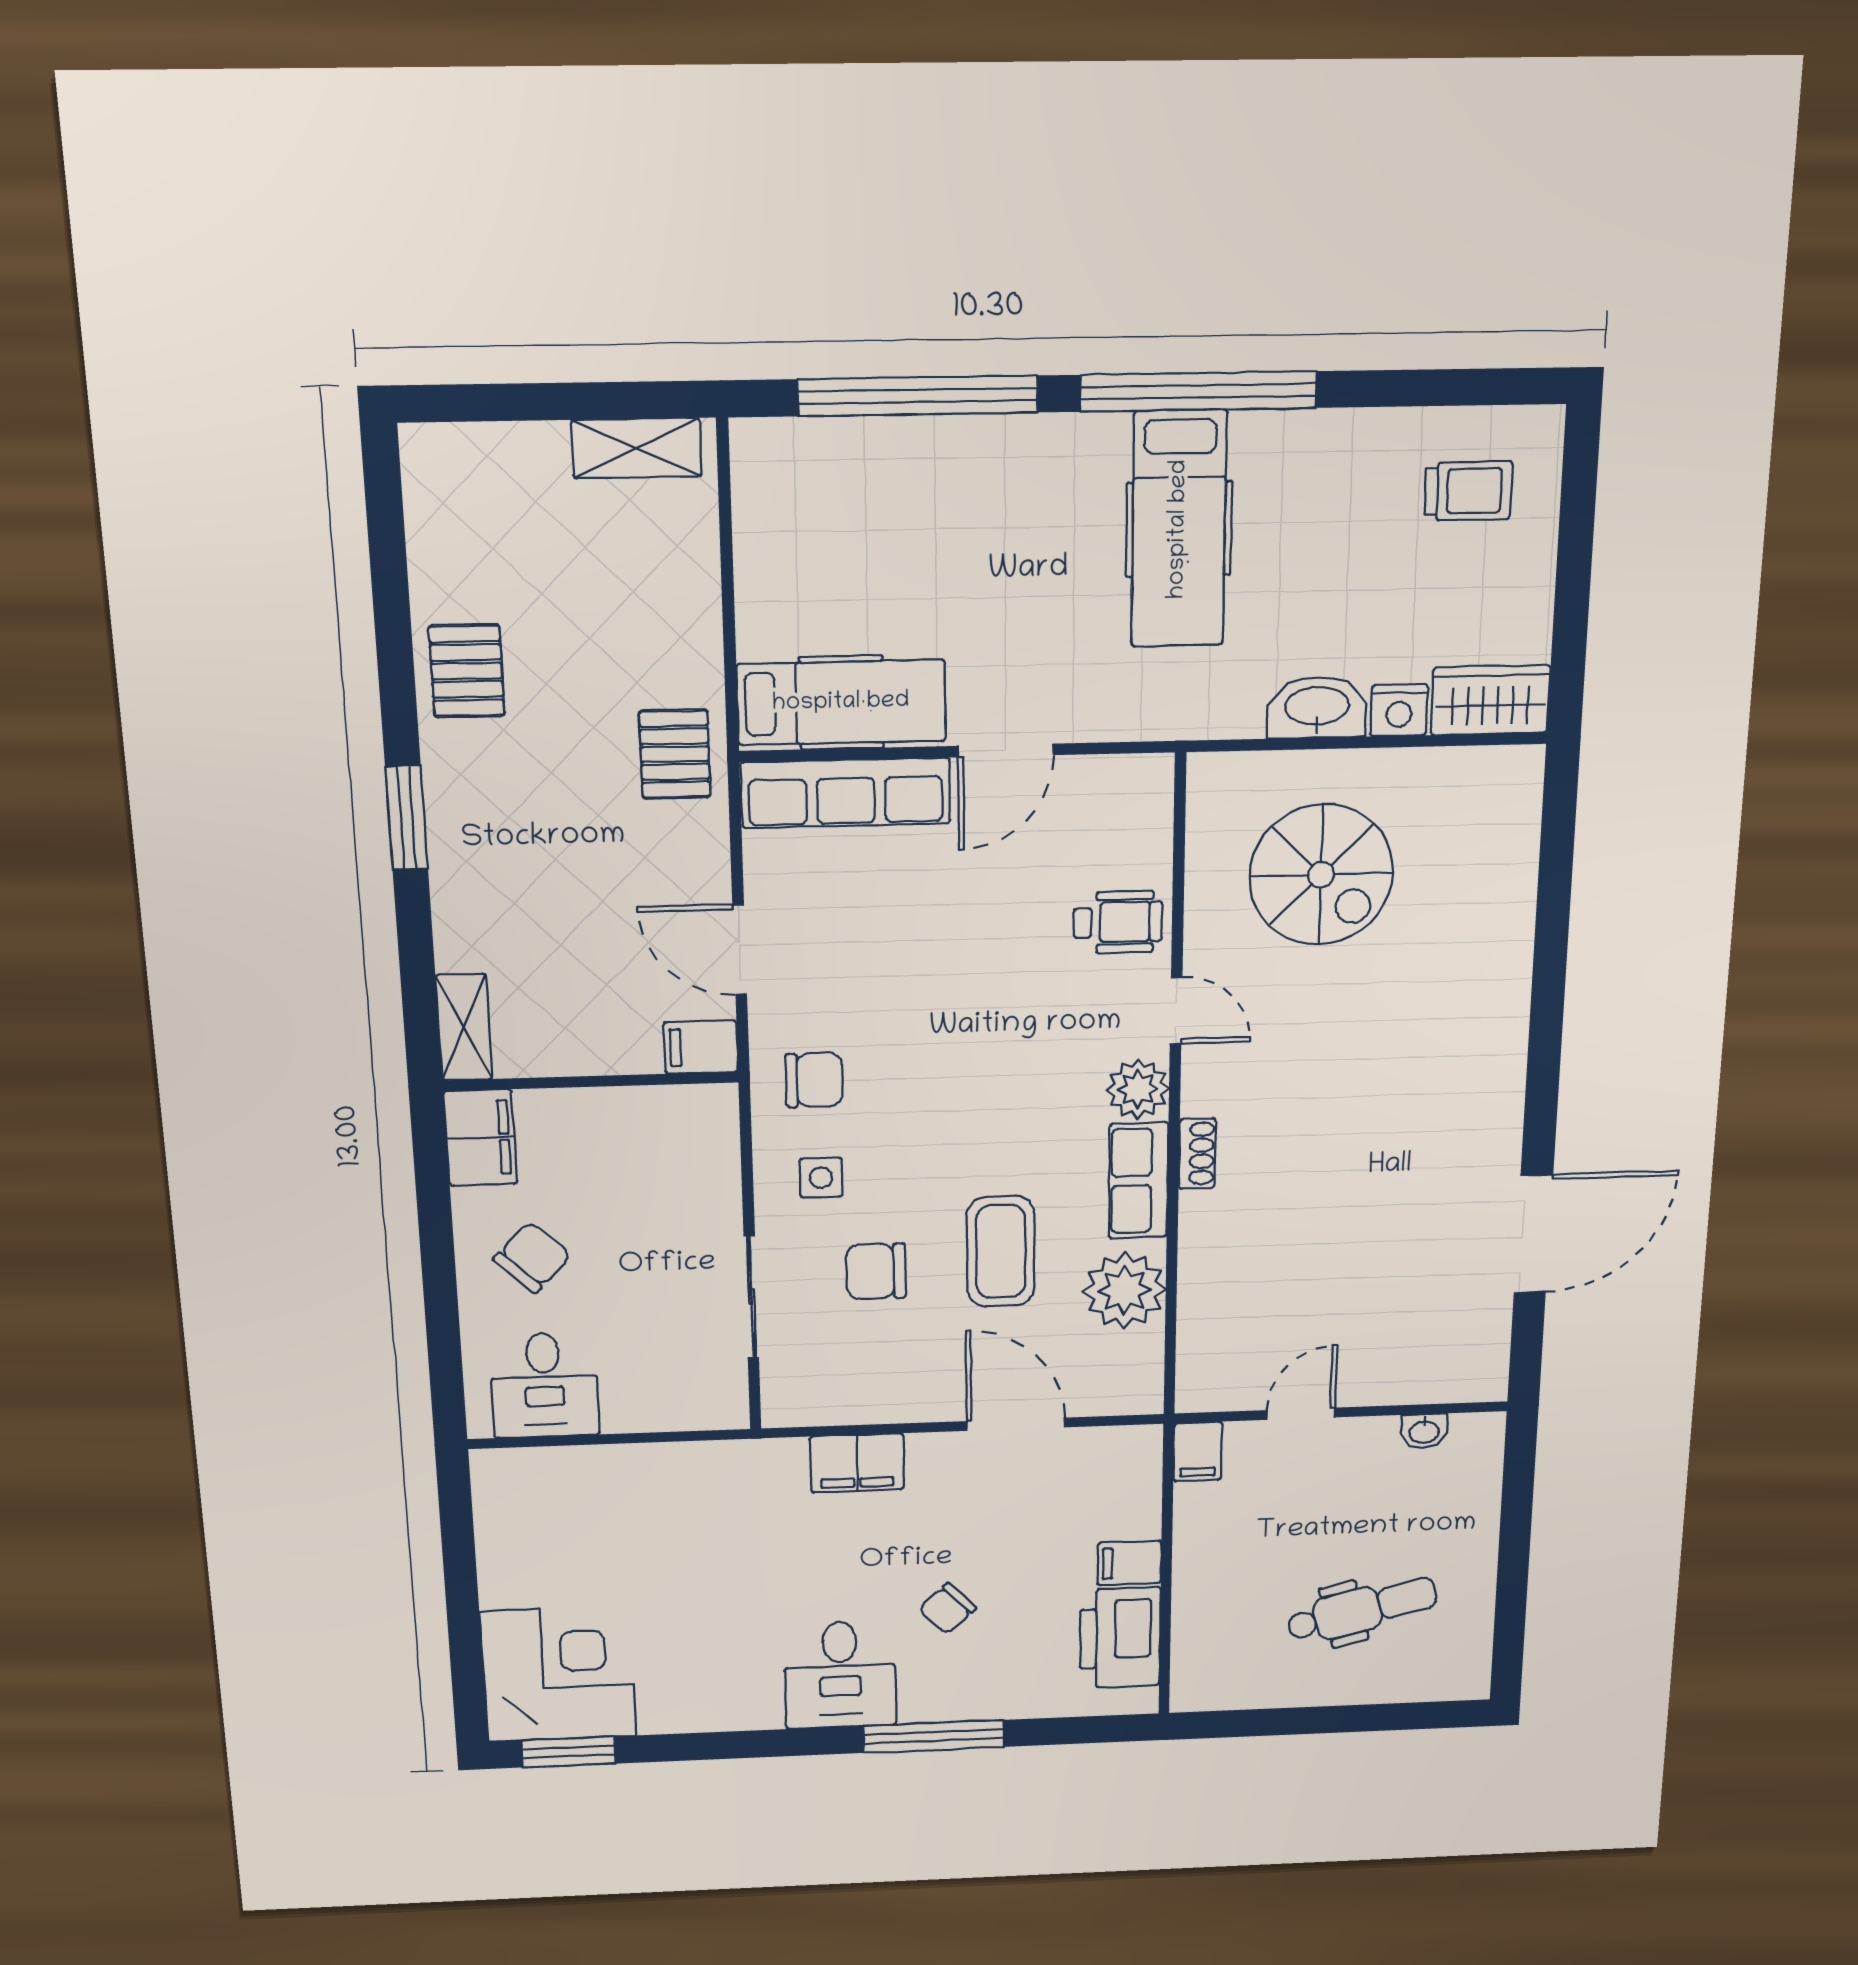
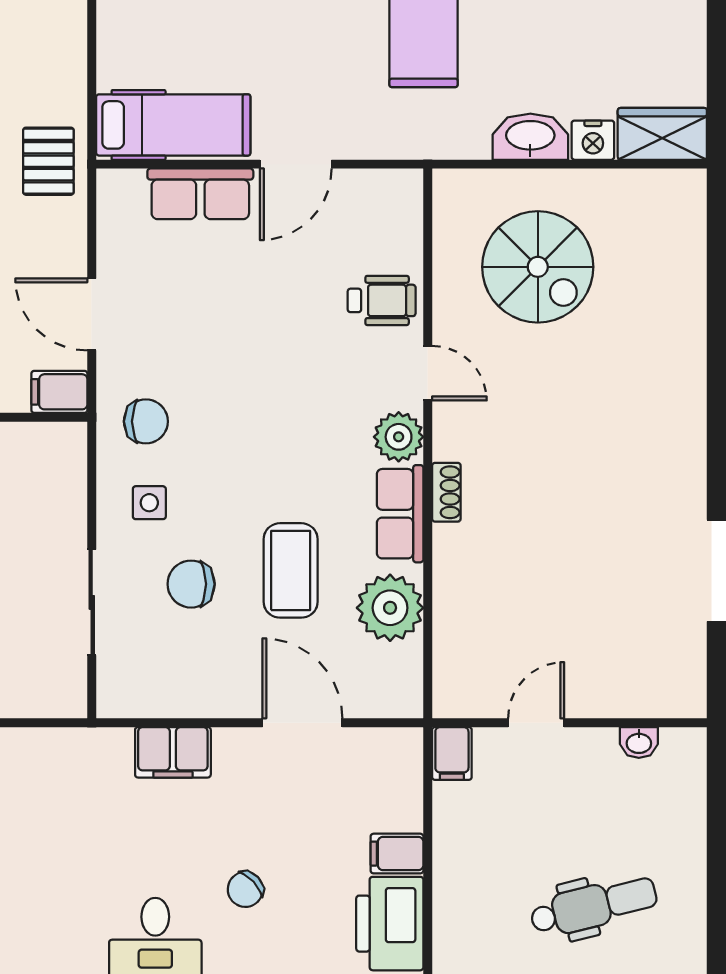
row of seats: (846, 793) -> (200, 194), width x0.68

